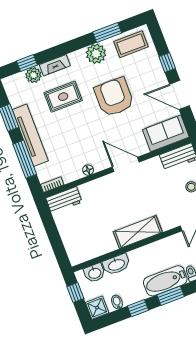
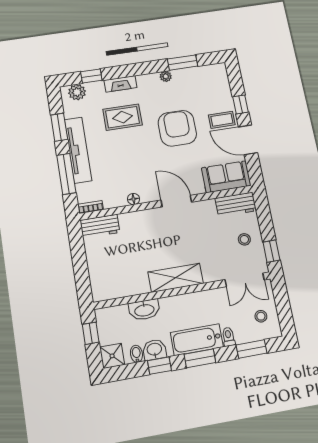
coffee table: (131, 44) -> (222, 120), moved, width x0.73, depth x0.77
plant: (96, 54) -> (166, 76), width x0.53, depth x0.53
plant: (33, 75) -> (77, 92), moved
washbasin: (95, 273) -> (154, 350), moved, turned 180

